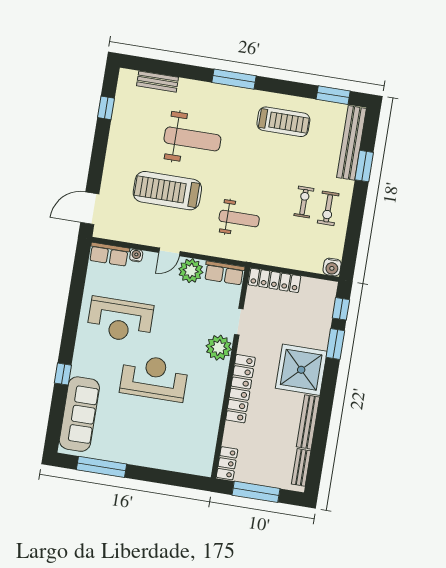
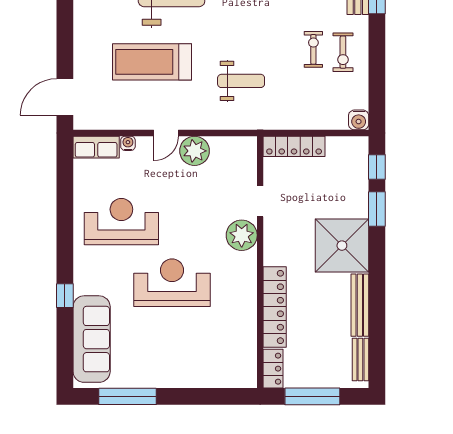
row of seats: (224, 273) -> (234, 147), removed
reception desk: (120, 320) -> (121, 222), turned 180
locker: (240, 389) -> (275, 307), moved

